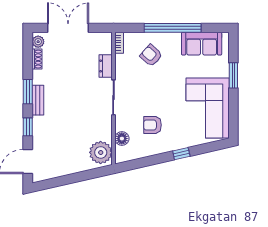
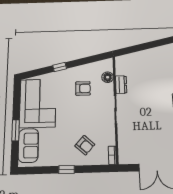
window: (173, 28) -> (67, 169), width x0.32
sofa: (202, 44) -> (28, 146), moved, turned 90
dresser: (106, 66) -> (121, 85), moved
plant: (101, 152) -> (124, 66), removed

